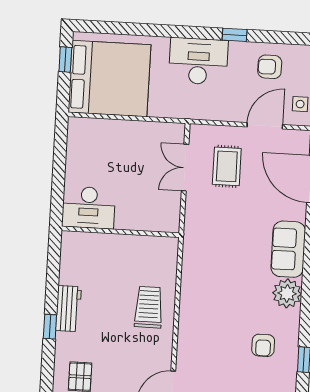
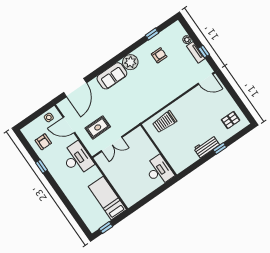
desk: (198, 61) -> (77, 159), moved, turned 180
bed: (109, 79) -> (107, 198), width x0.49
trolley: (149, 307) -> (165, 122), moved

